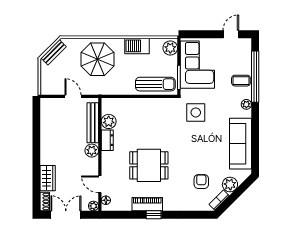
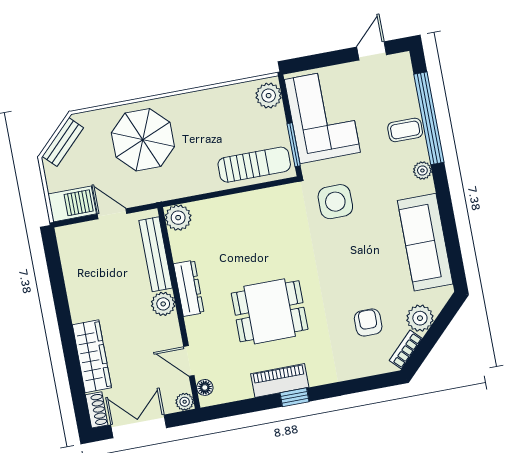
barbecue: (137, 46) -> (72, 204), moved, turned 180
plant: (109, 121) -> (178, 218), moved
dresser: (107, 140) -> (189, 288), width x1.44
wardrobe: (48, 178) -> (92, 356), width x1.50

